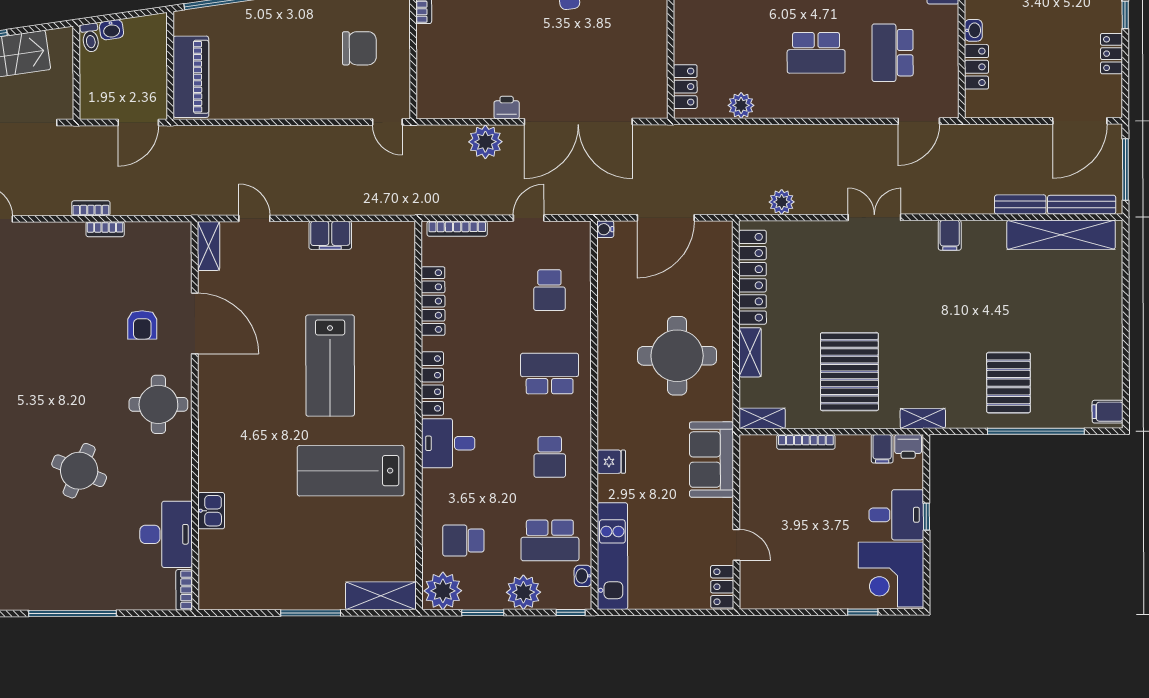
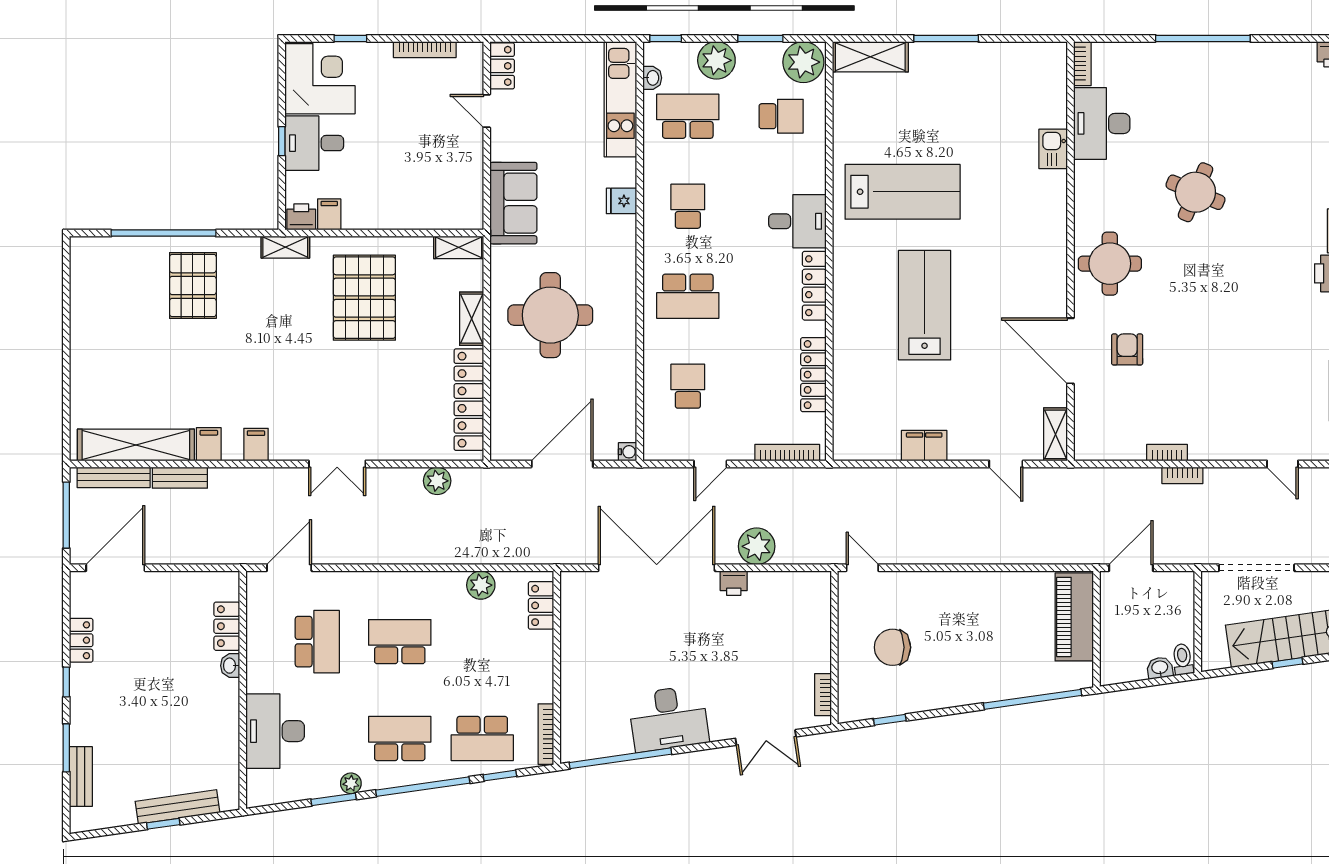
filing cabinet: (1108, 412) -> (209, 444), moved, turned -90
bookcase: (806, 442) -> (425, 50), moved, turned 180

